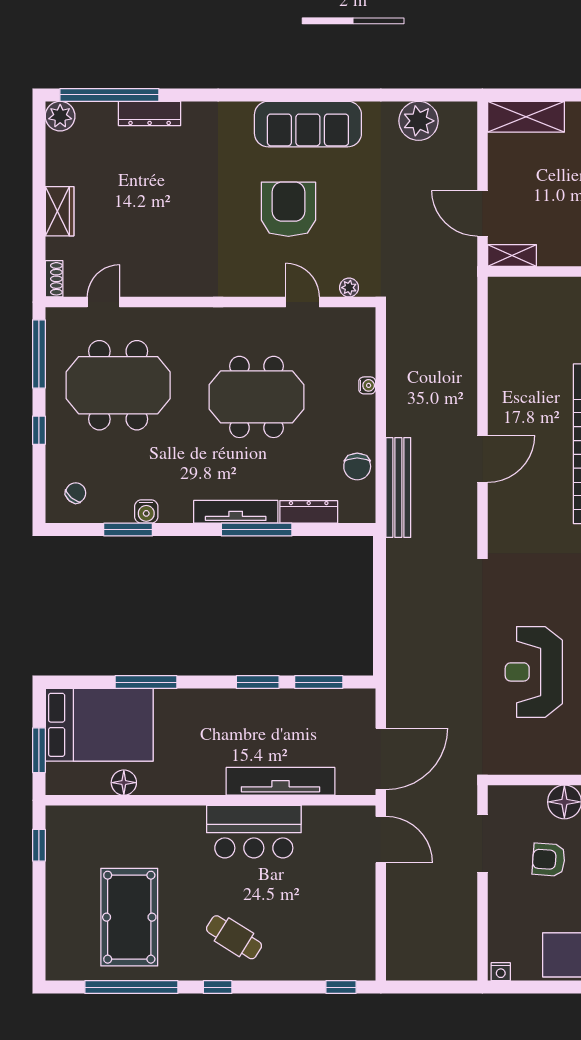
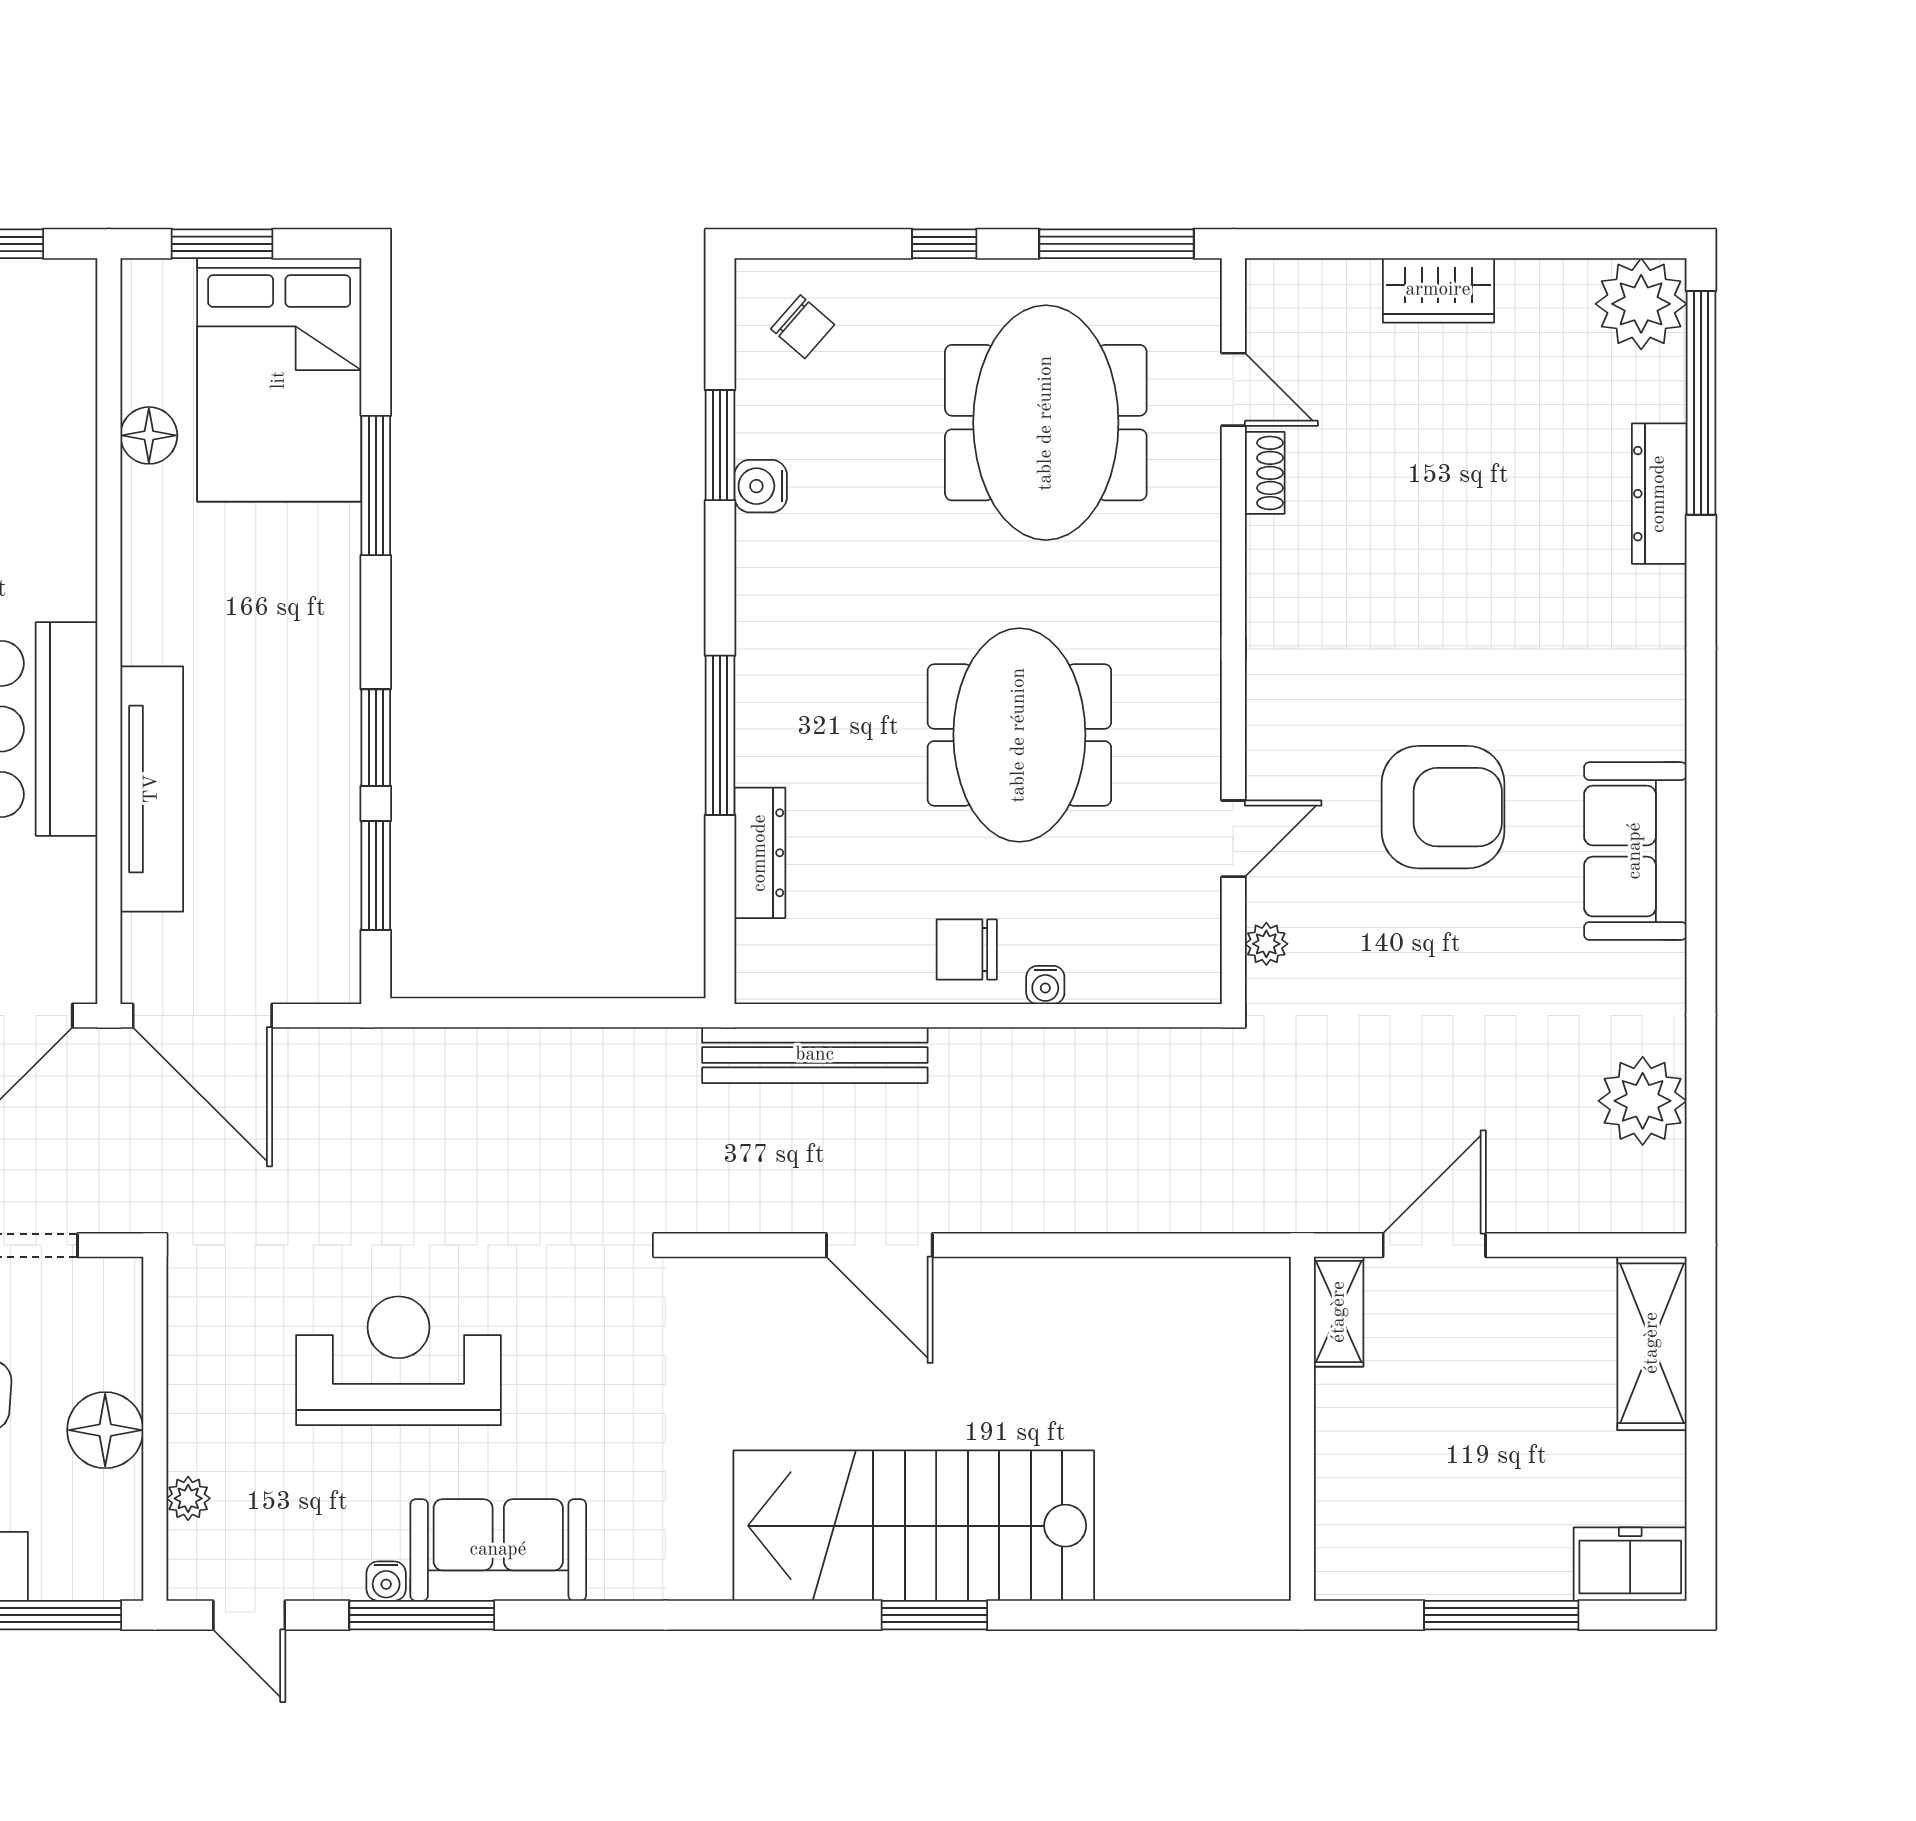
plant: (60, 116) -> (1641, 304), width x1.36, depth x1.36
sofa: (308, 124) -> (1635, 851), width x0.73
shoe rack: (54, 279) -> (1265, 473), moved, turned -90
chair: (357, 466) -> (967, 949), moved
tv unit: (236, 512) -> (760, 688), removed

